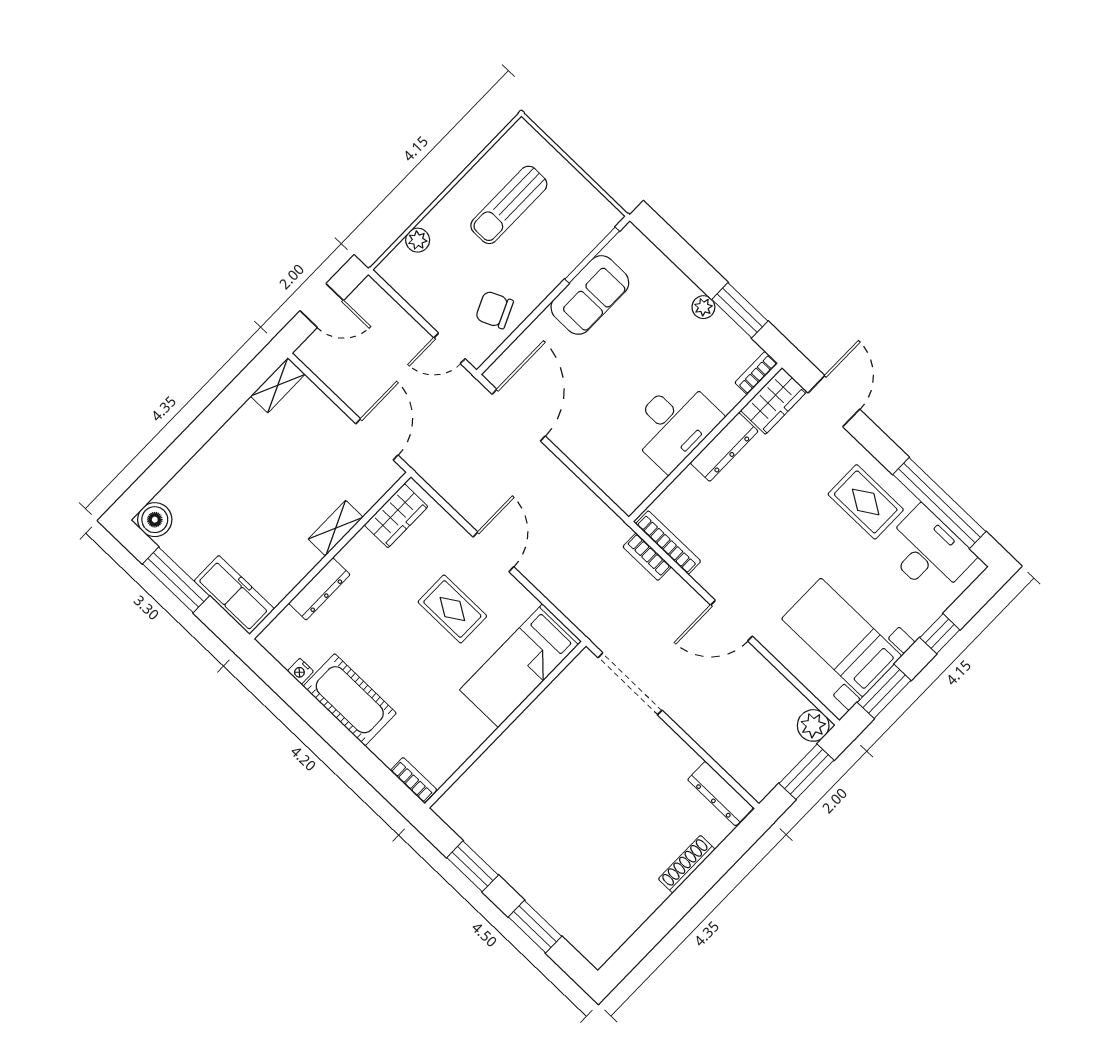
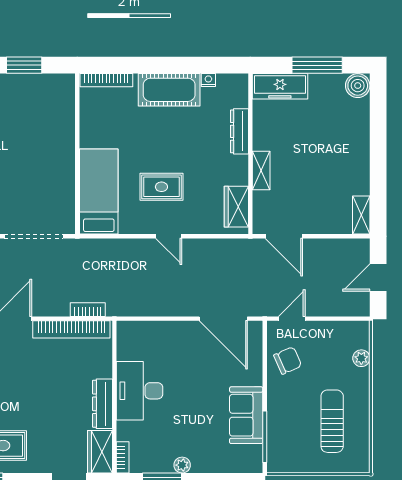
bookcase: (668, 543) -> (71, 329), width x1.48, depth x1.31
door: (493, 552) -> (169, 236), width x0.73
bookcase: (414, 780) -> (106, 80), width x1.56

